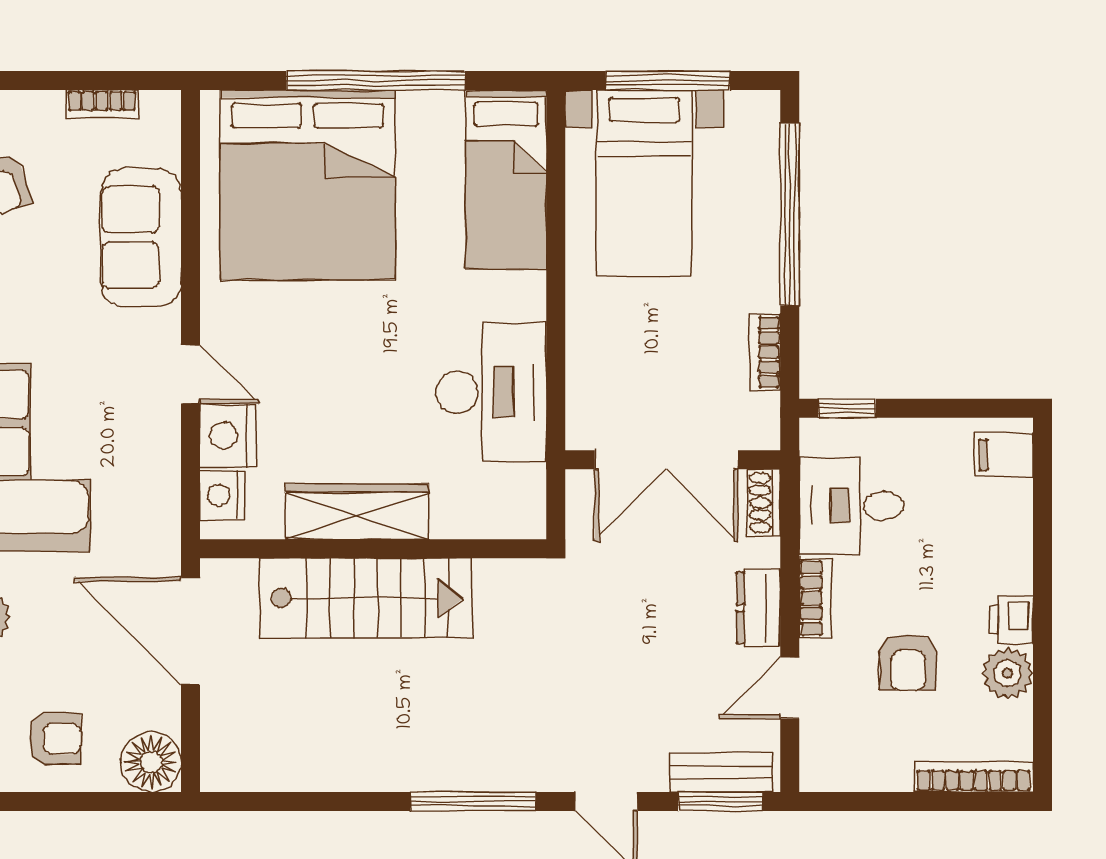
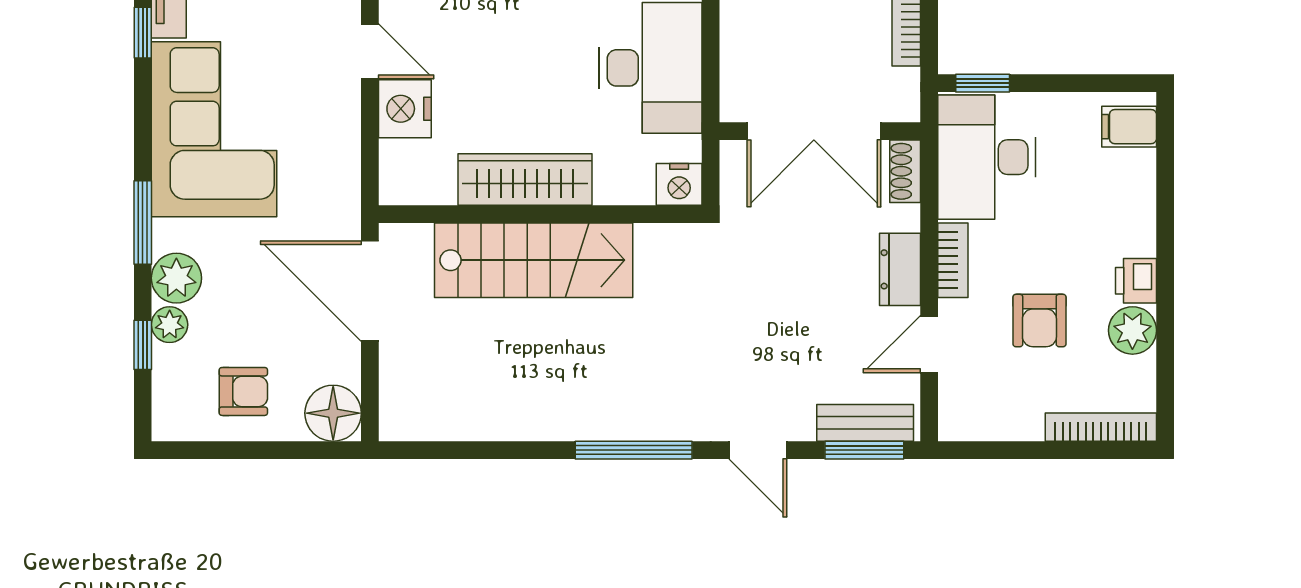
nightstand: (222, 495) -> (679, 184), moved, turned -90
desk: (851, 506) -> (987, 157), width x1.37

